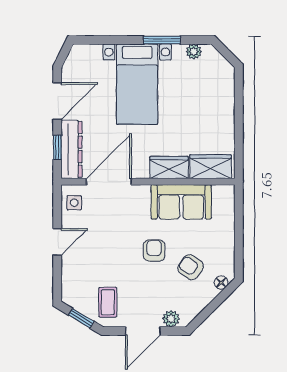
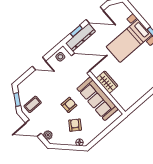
wardrobe: (211, 167) -> (122, 98), removed
sofa: (181, 202) -> (98, 99), width x1.36

